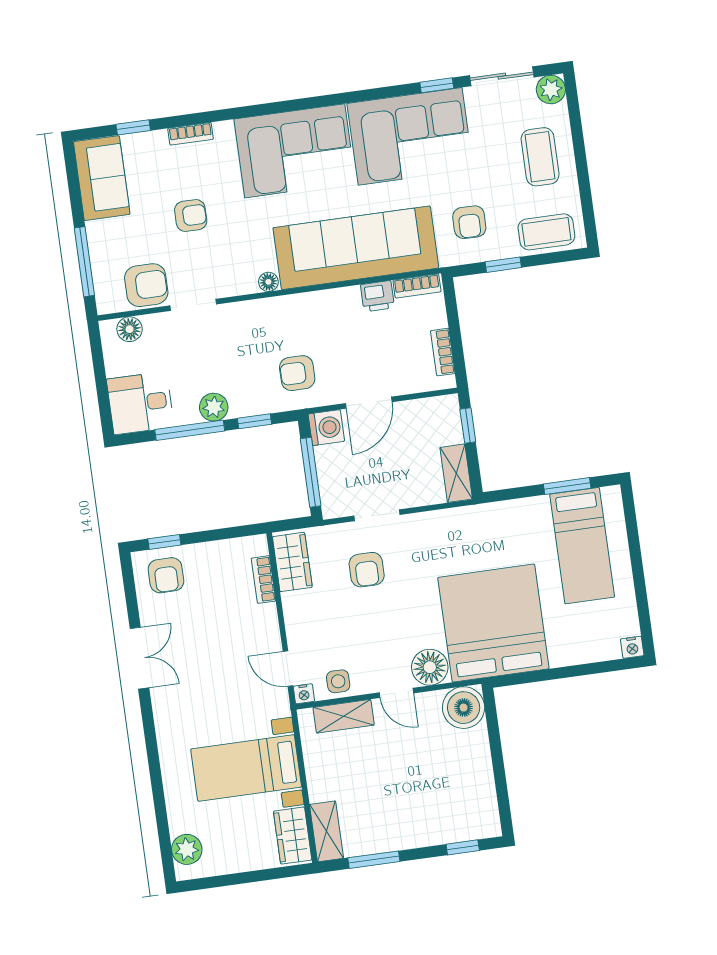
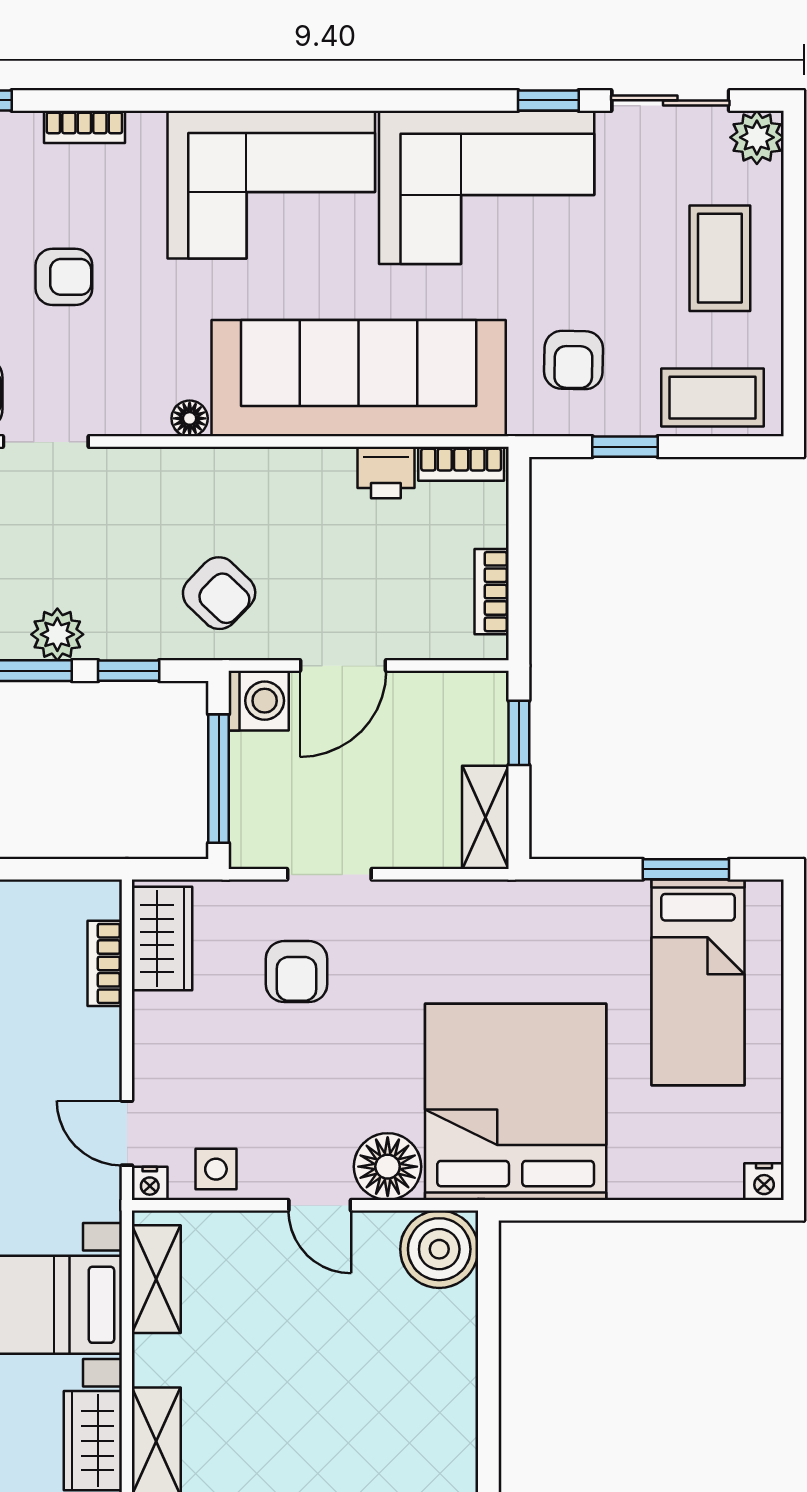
armchair: (297, 373) -> (219, 593), turned -136
shelving: (344, 716) -> (156, 1279), moved, turned 90

